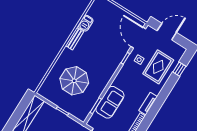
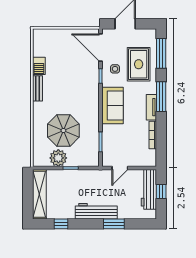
window: (179, 69) -> (161, 53), width x2.17
plant: (58, 98) -> (58, 158), added
window: (160, 100) -> (161, 97), added
sofa: (110, 102) -> (113, 105), moved

